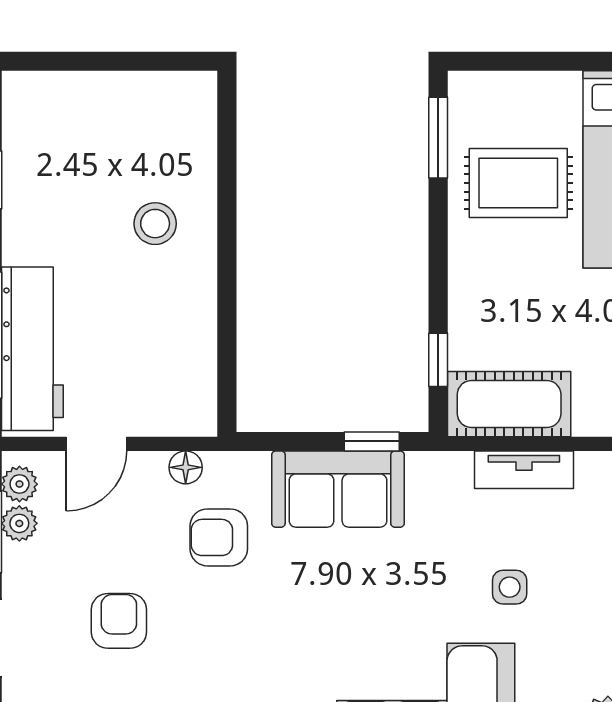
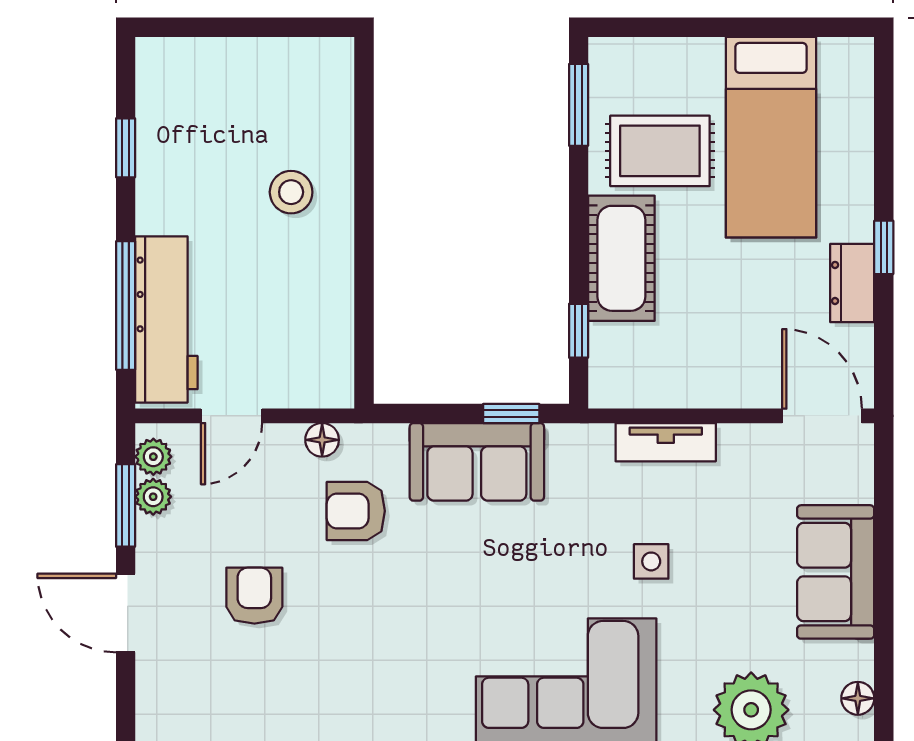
cot: (509, 404) -> (621, 258), moved, turned 90

